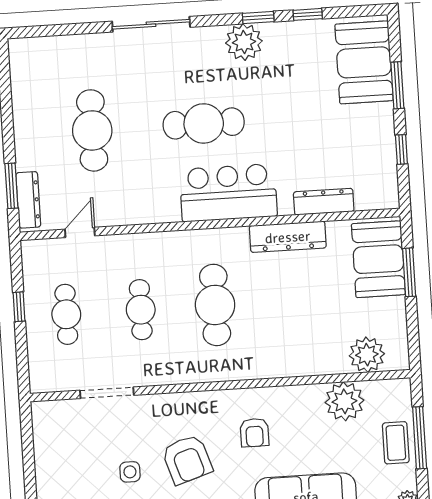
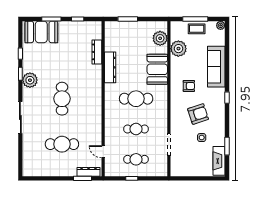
bar counter: (228, 193) -> (91, 90), removed
booth: (378, 259) -> (157, 69), moved, turned 90

